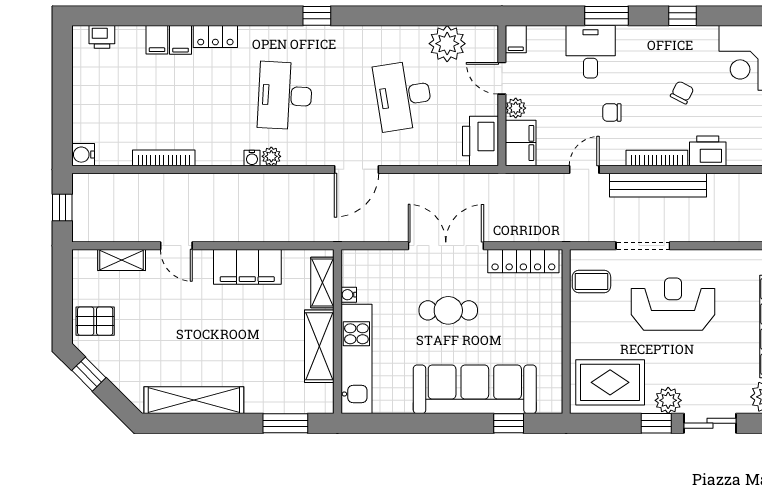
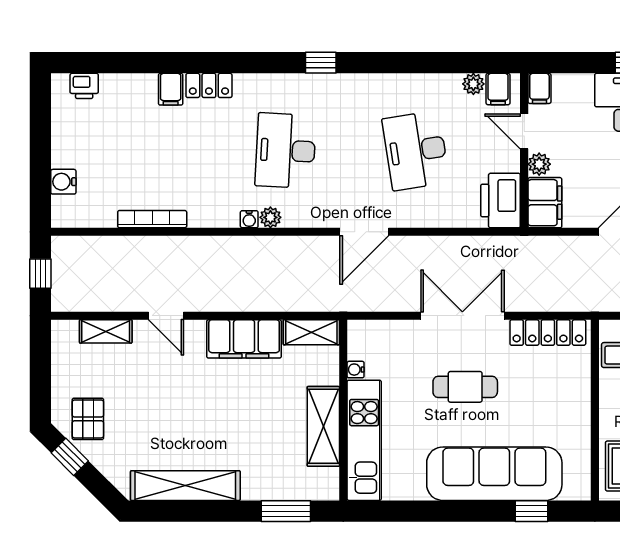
filing cabinet: (157, 40) -> (498, 89), moved
plant: (447, 44) -> (473, 84), width x0.53, depth x0.53
water cooler: (83, 155) -> (63, 182), moved
shelving: (322, 283) -> (311, 332), moved, turned 90
pallet: (95, 321) -> (88, 419), moved, turned 90

